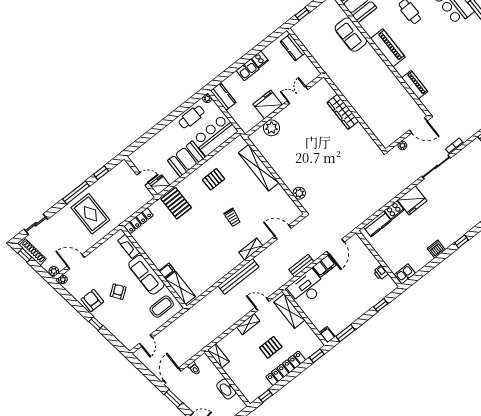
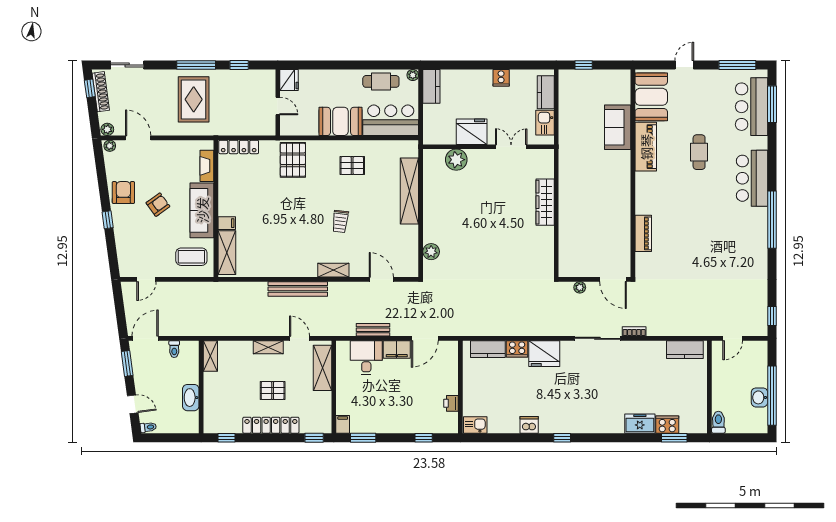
piano: (388, 48) -> (646, 147), moved
kitchen sink: (248, 70) -> (545, 123), moved, turned 90
fridge: (160, 185) -> (289, 80), moved, turned 90
desk: (307, 288) -> (366, 358), width x0.73

